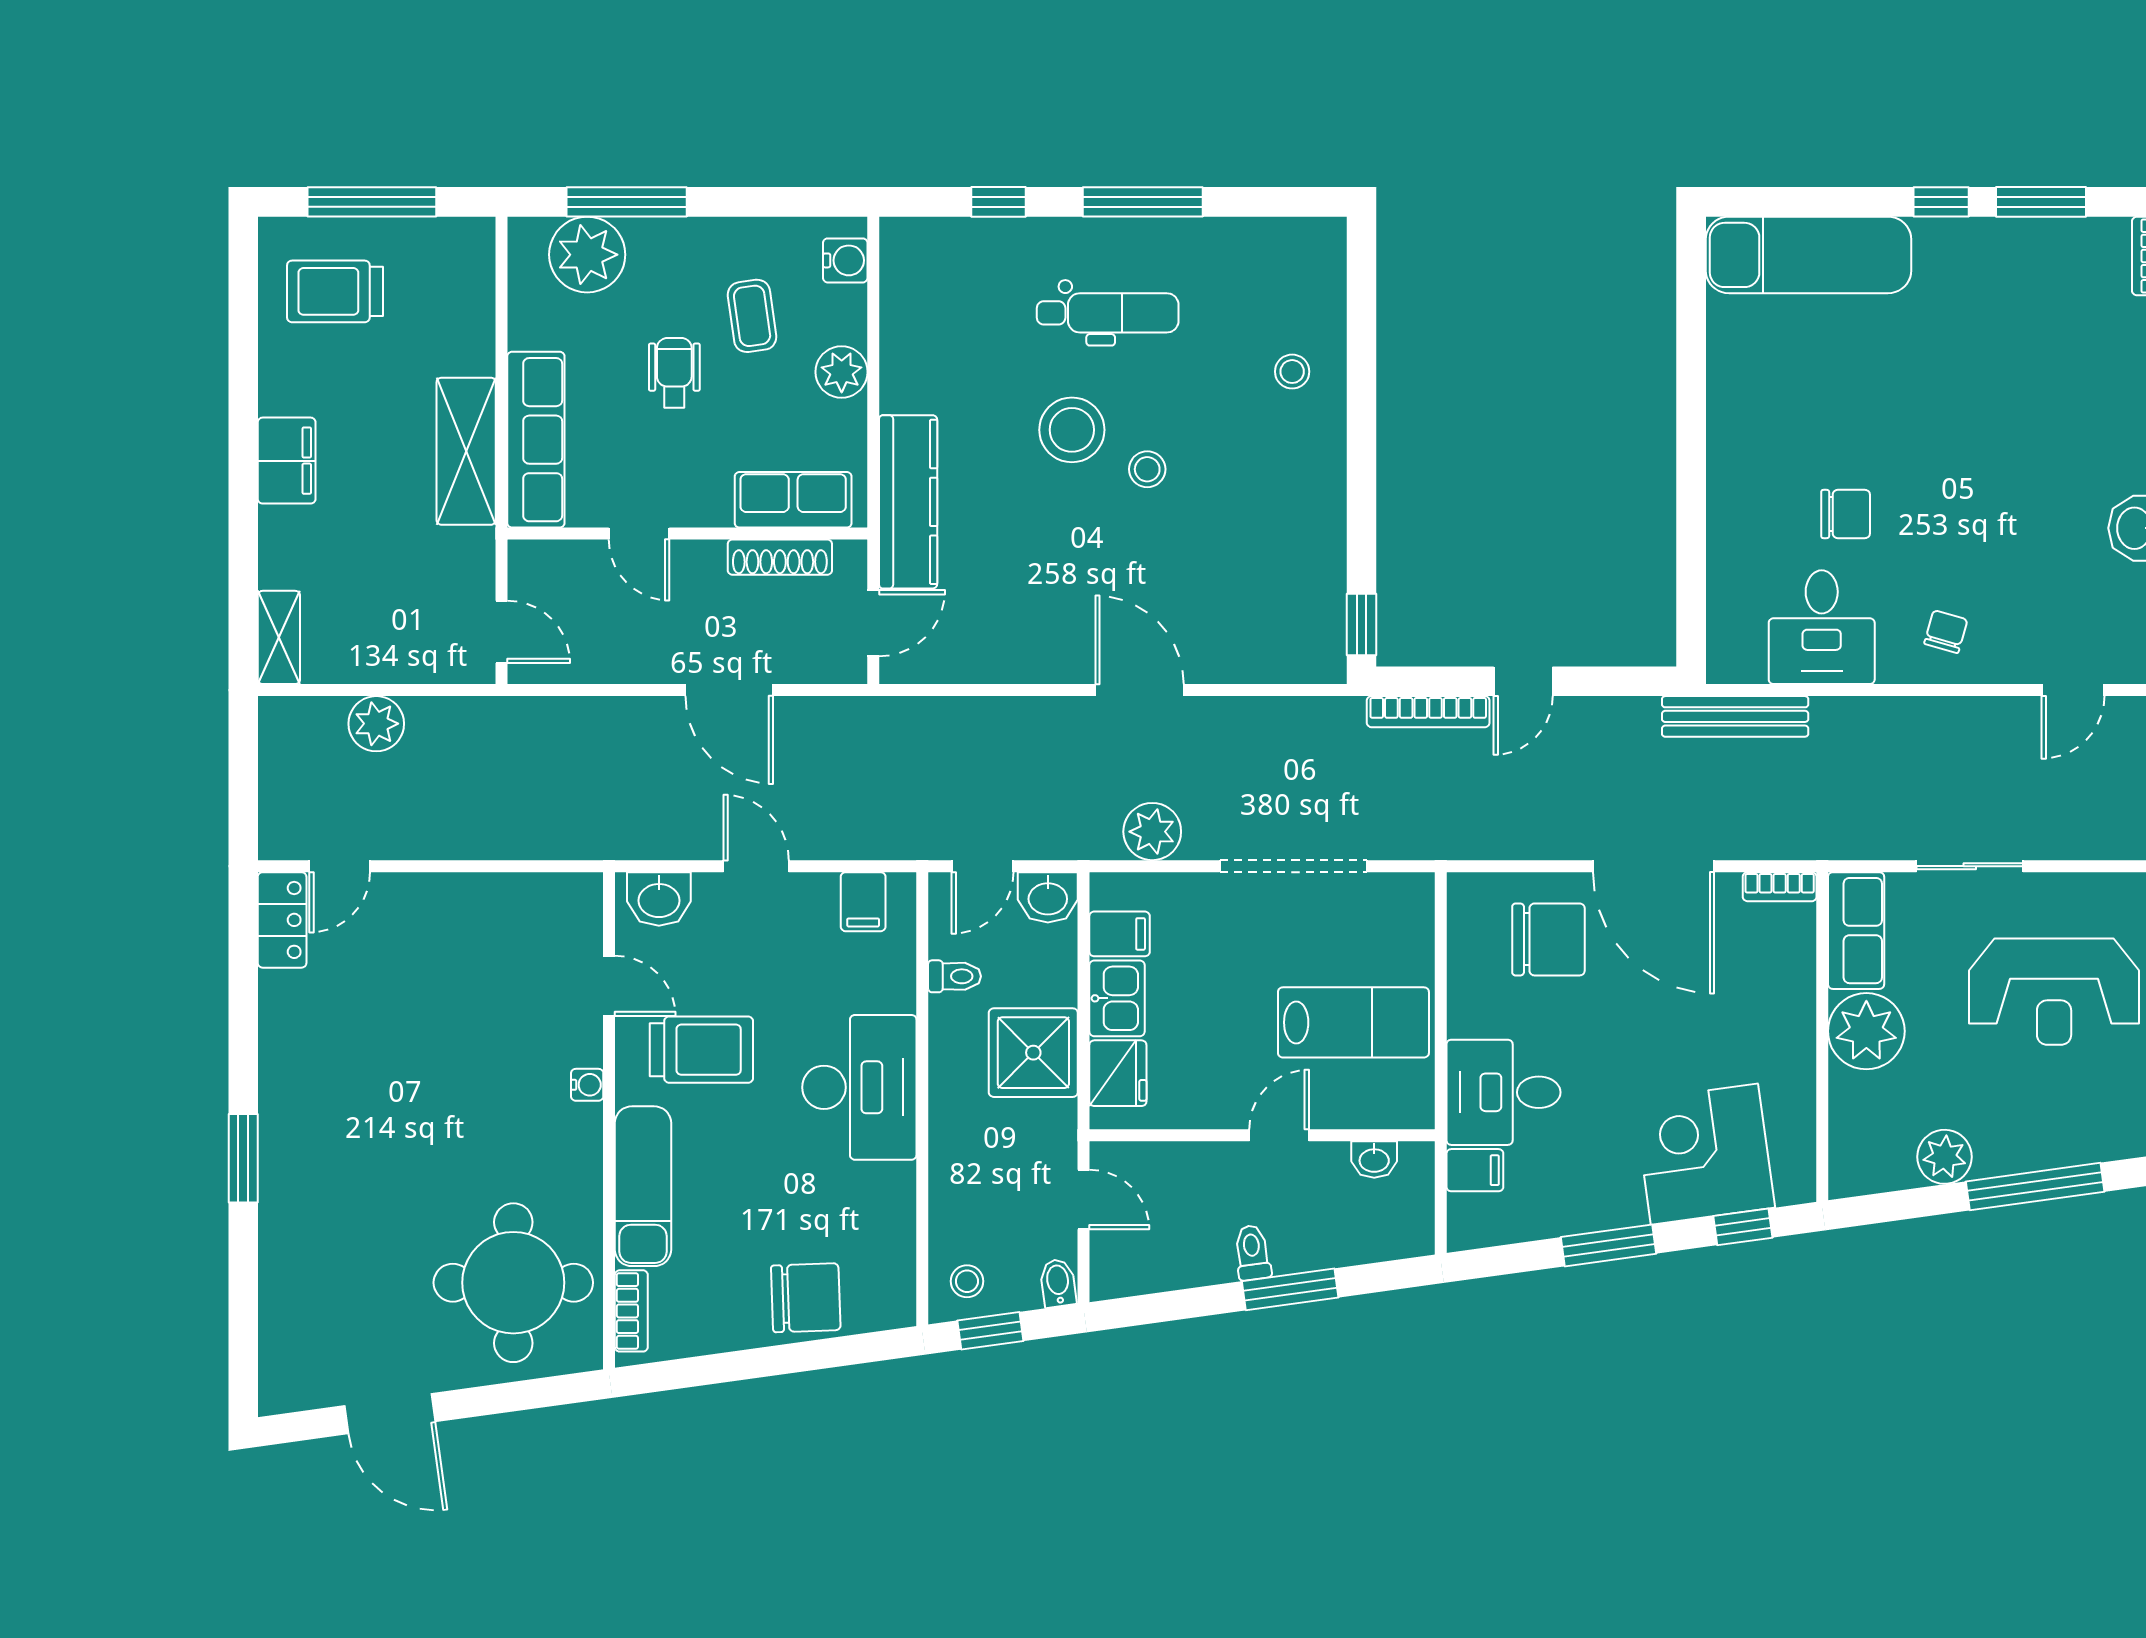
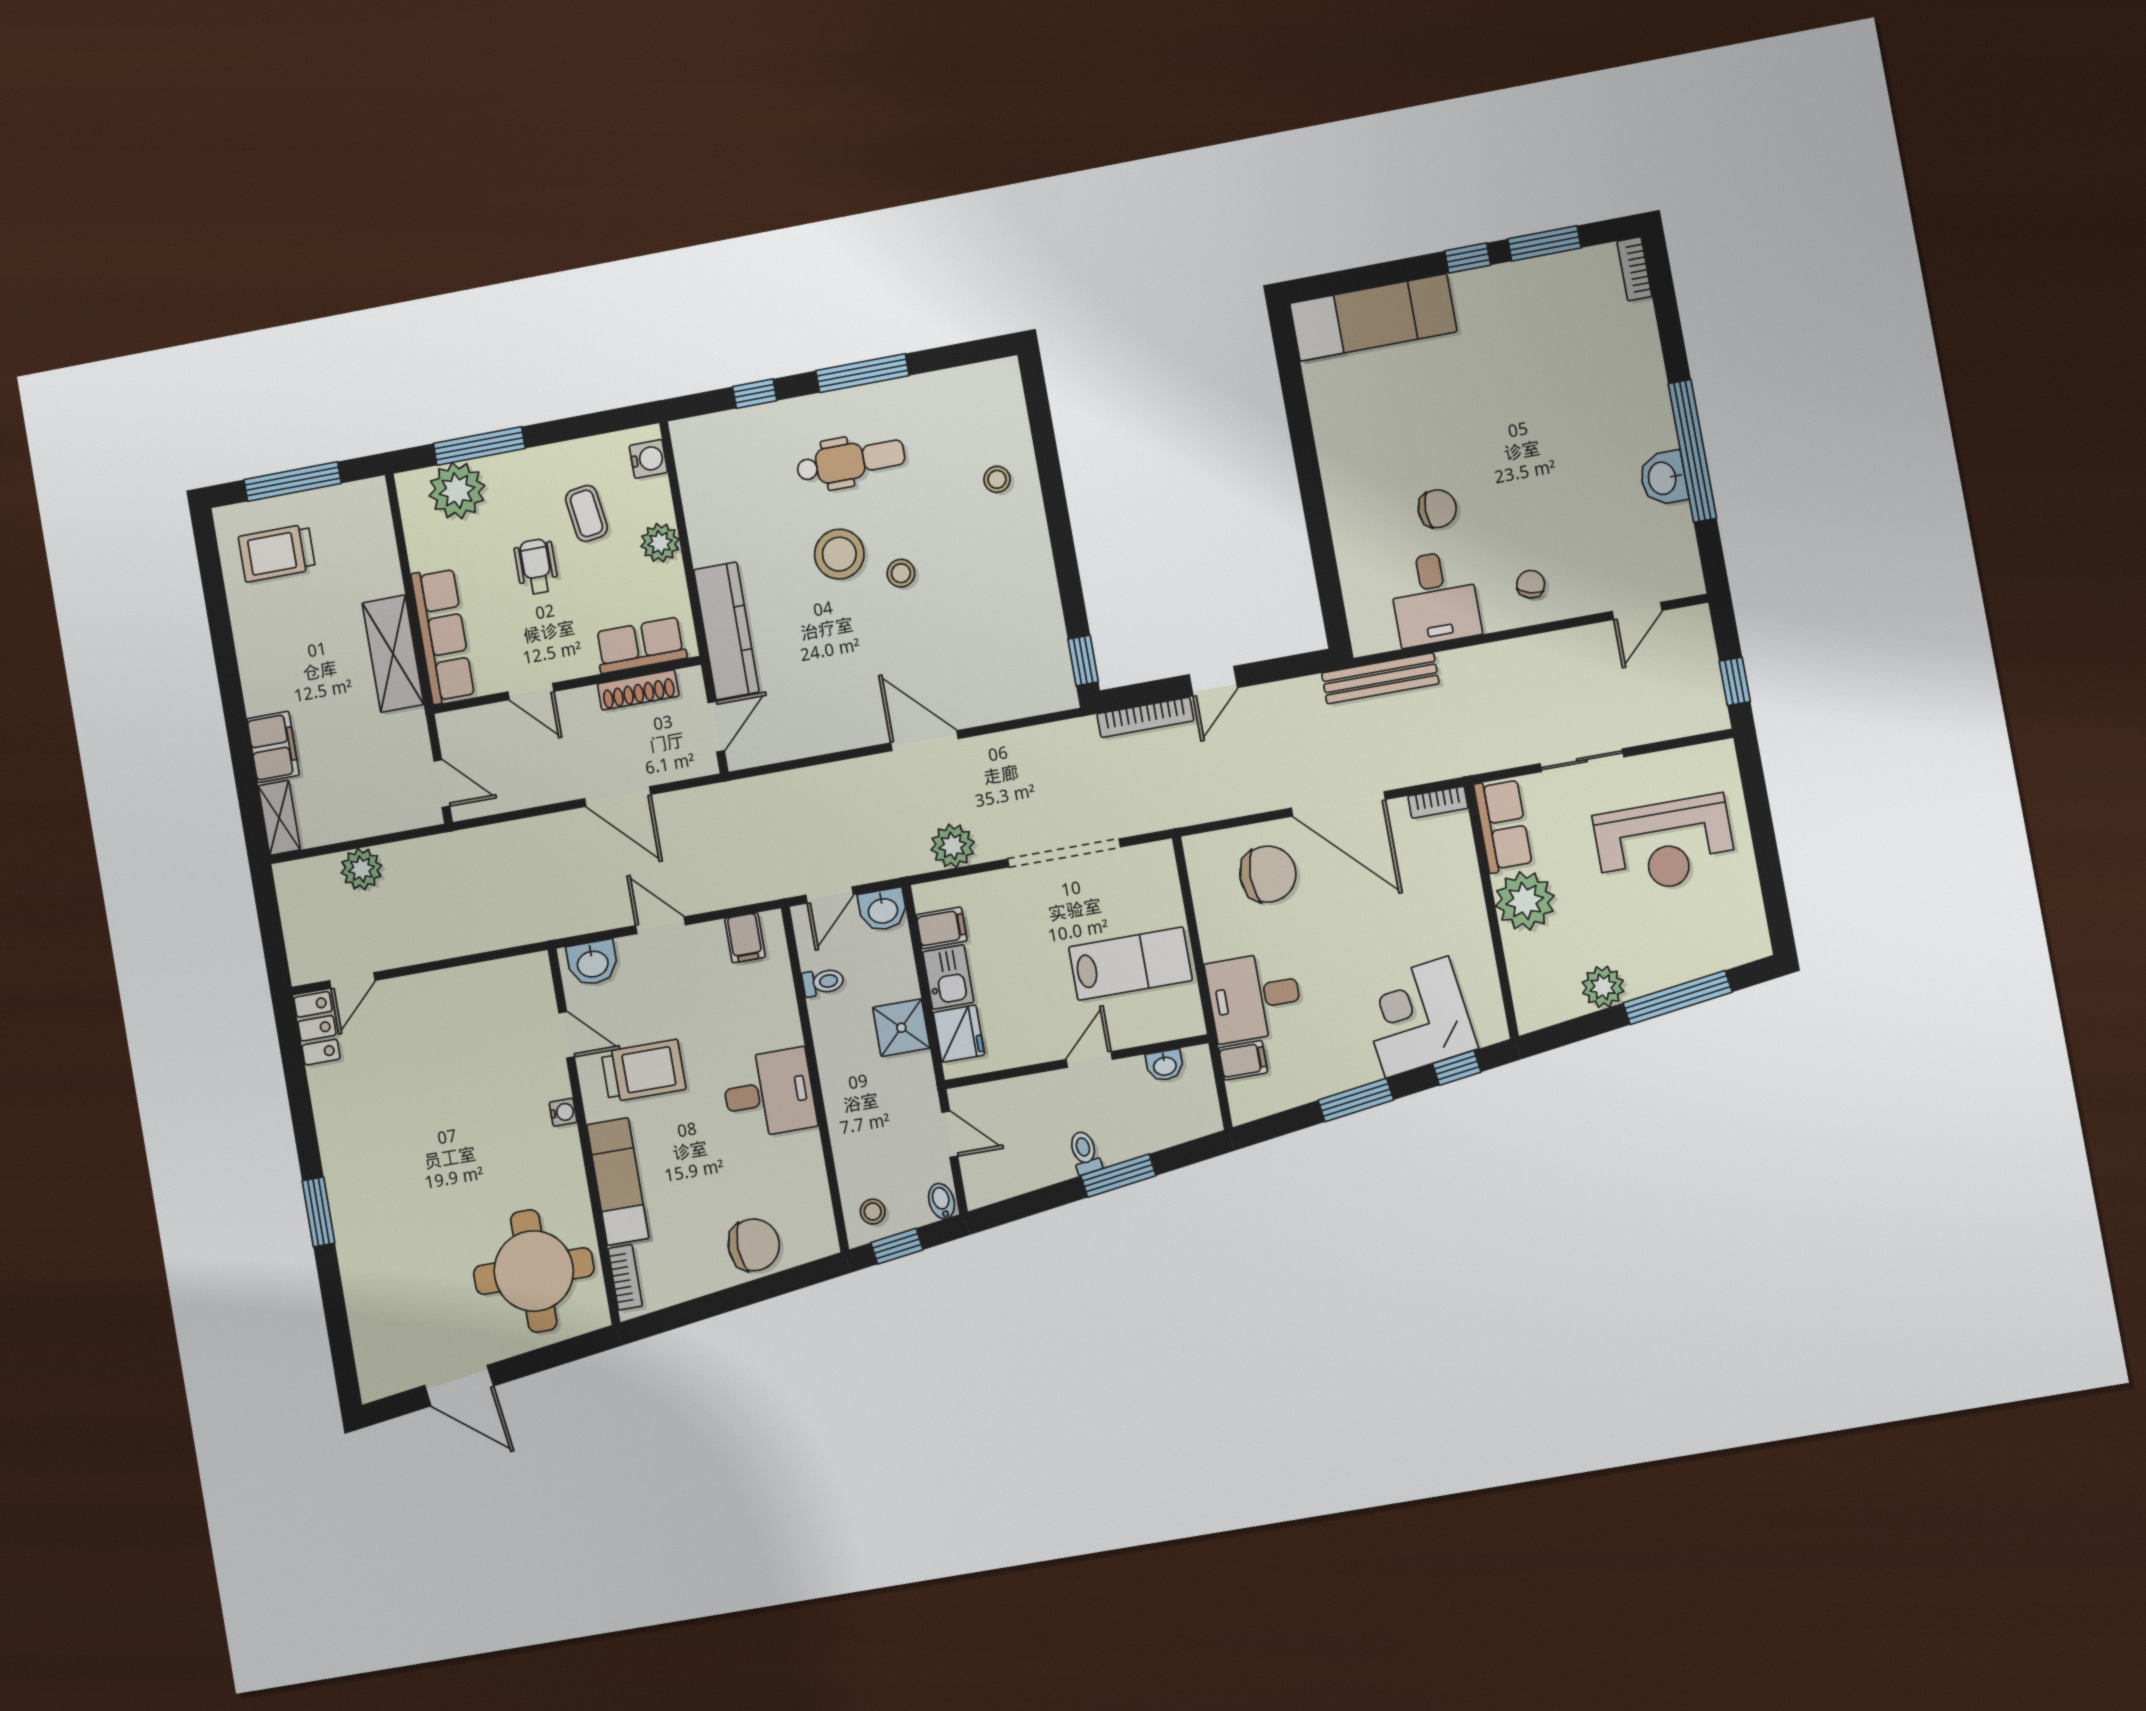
filing cabinet: (287, 461) -> (273, 747), moved
shower: (1033, 1053) -> (901, 1028), width x0.73, depth x0.73
desk: (859, 1087) -> (769, 1093), width x0.73

